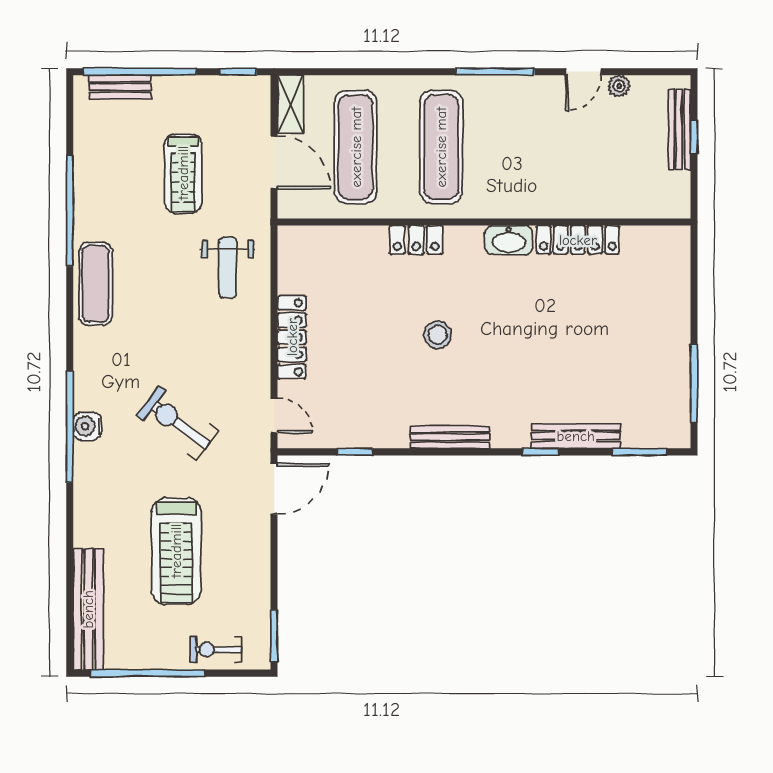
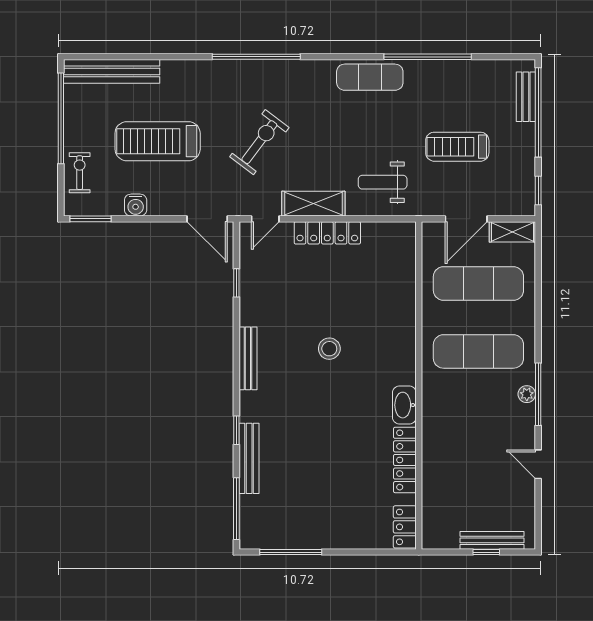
plant: (619, 86) -> (527, 394), moved
locker: (416, 240) -> (405, 527), moved
shelving: (255, 355) -> (313, 204), added
water cooler: (87, 426) -> (136, 205), moved, turned 180
window: (639, 452) -> (236, 509), width x1.44

